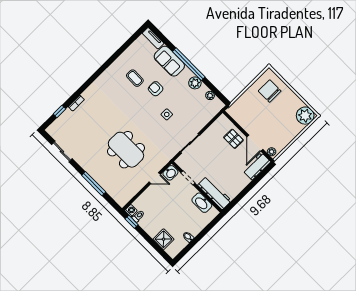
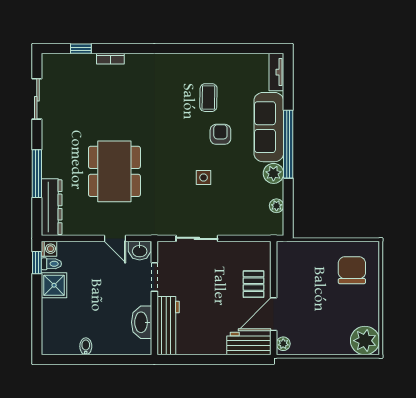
sofa: (169, 61) -> (269, 127), width x1.36
dresser: (114, 192) -> (52, 207), added
shower: (164, 239) -> (54, 285), moved

